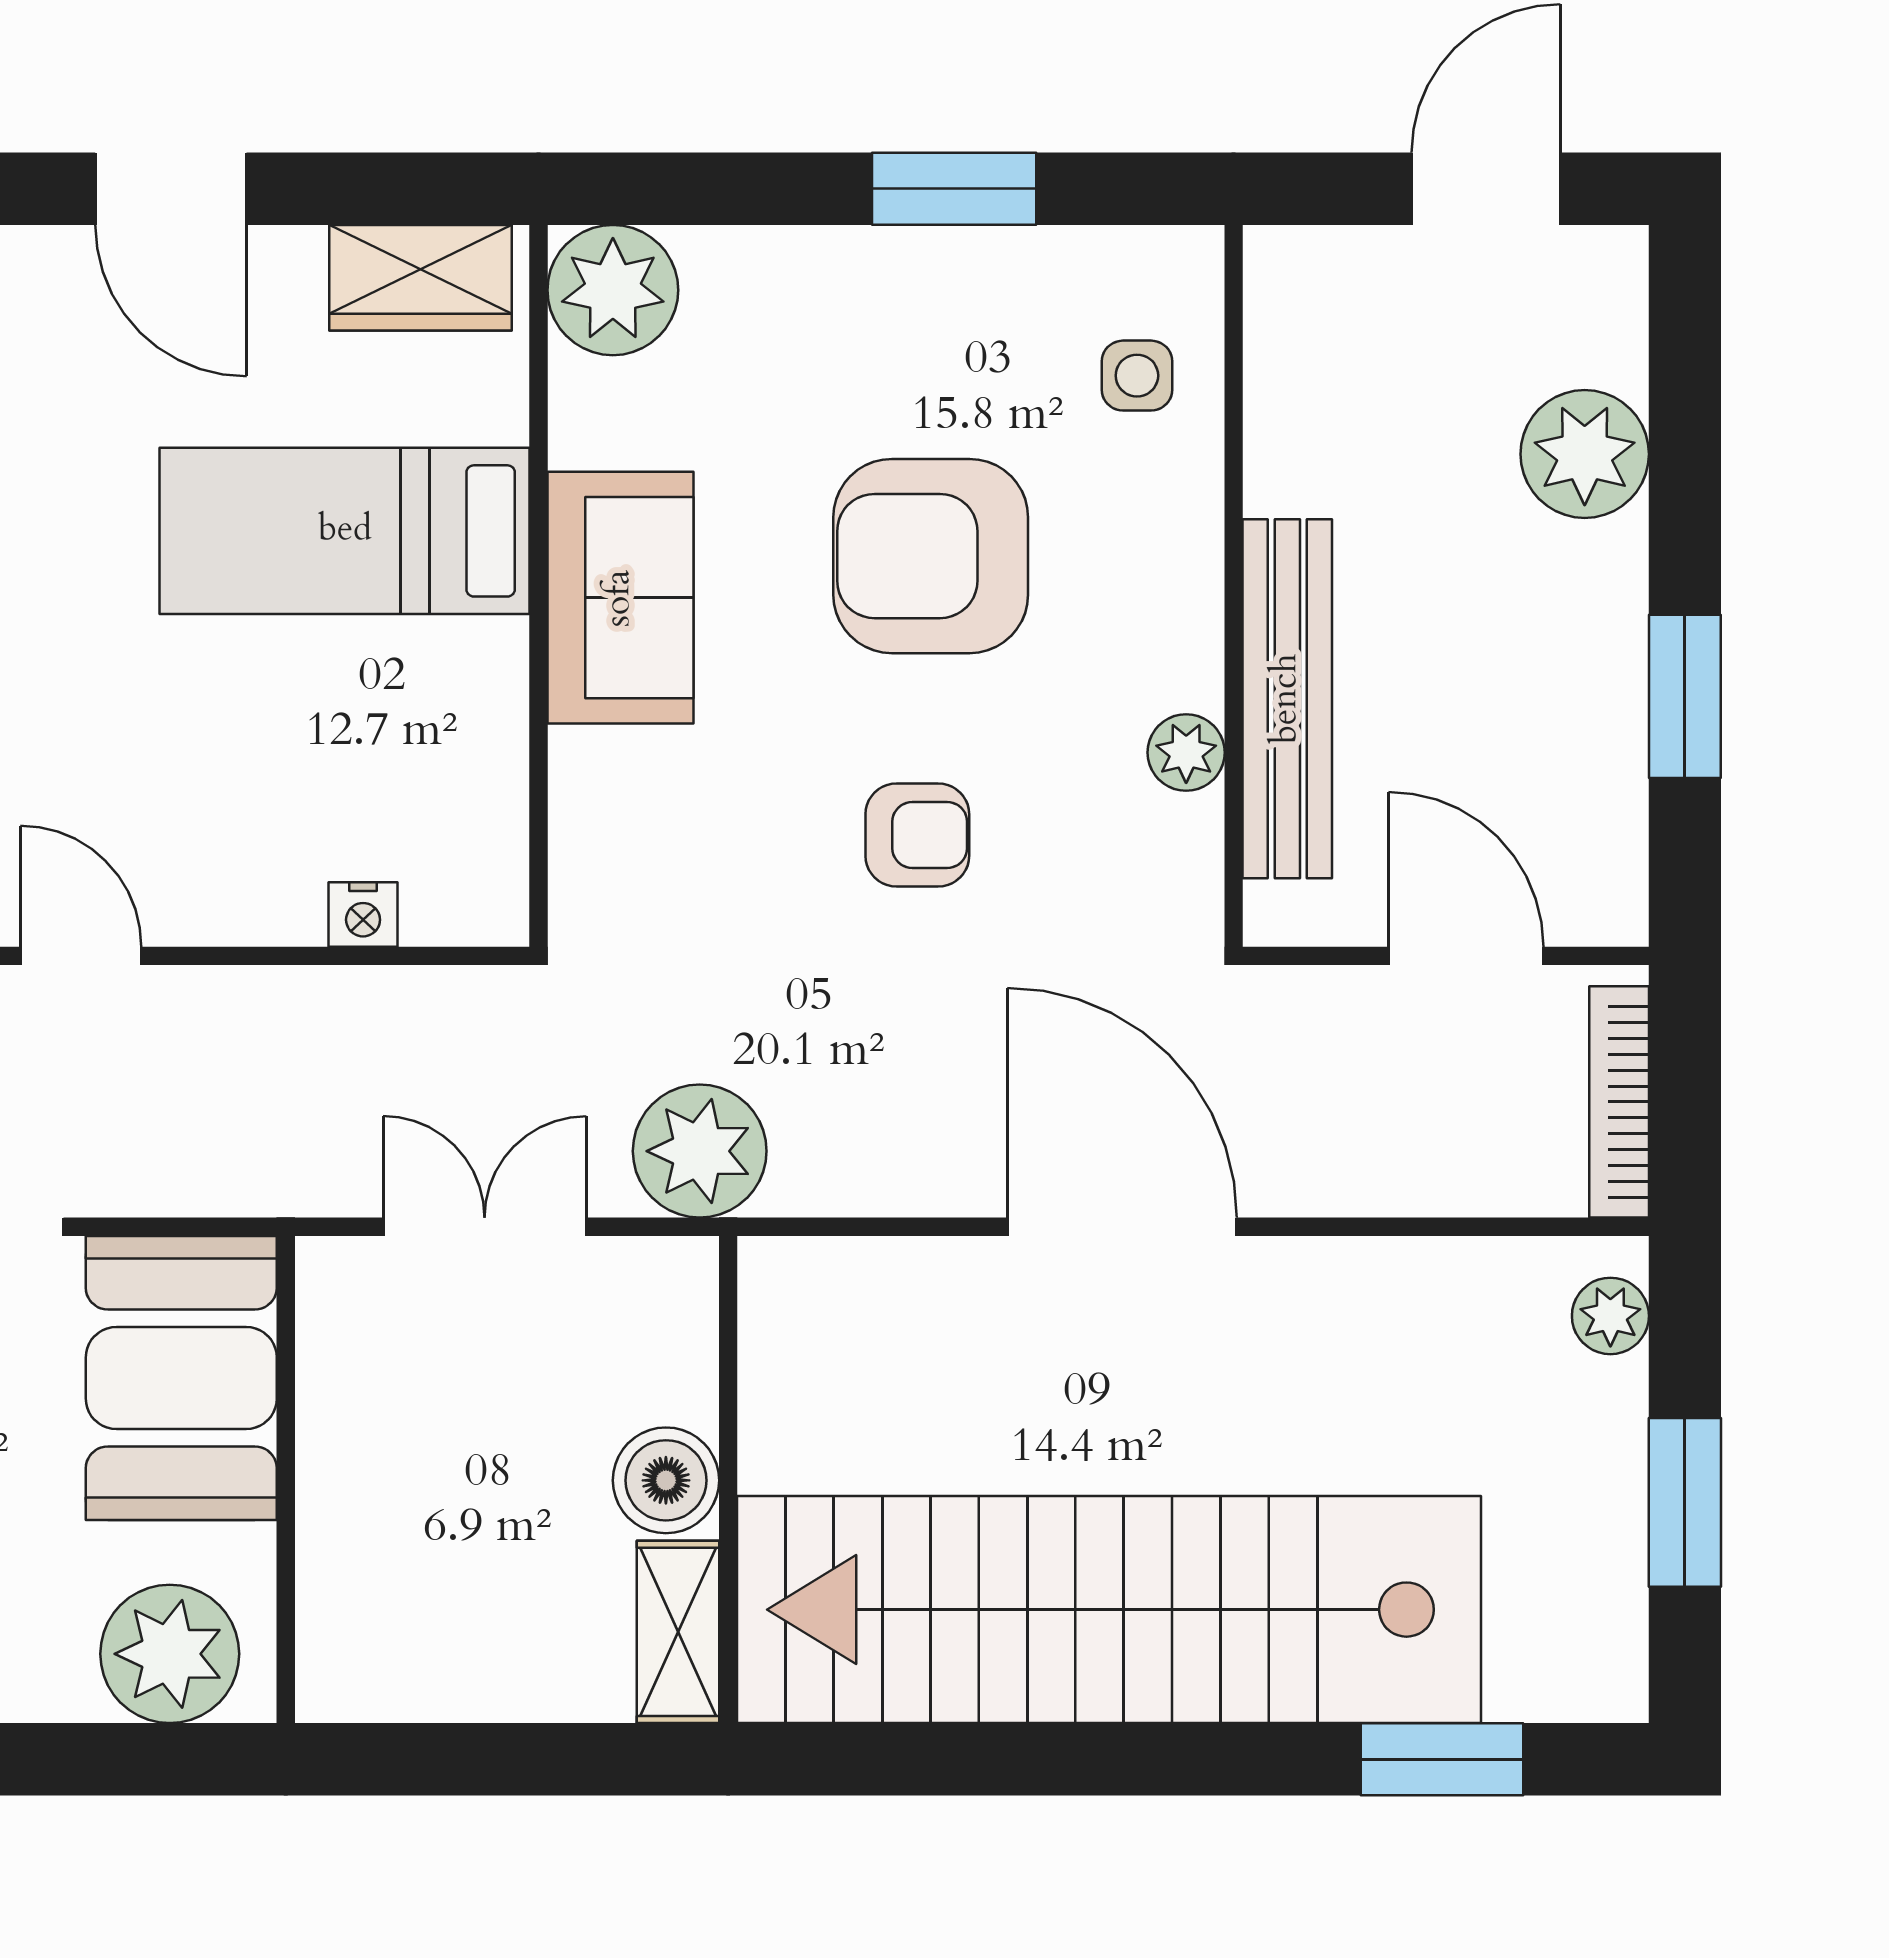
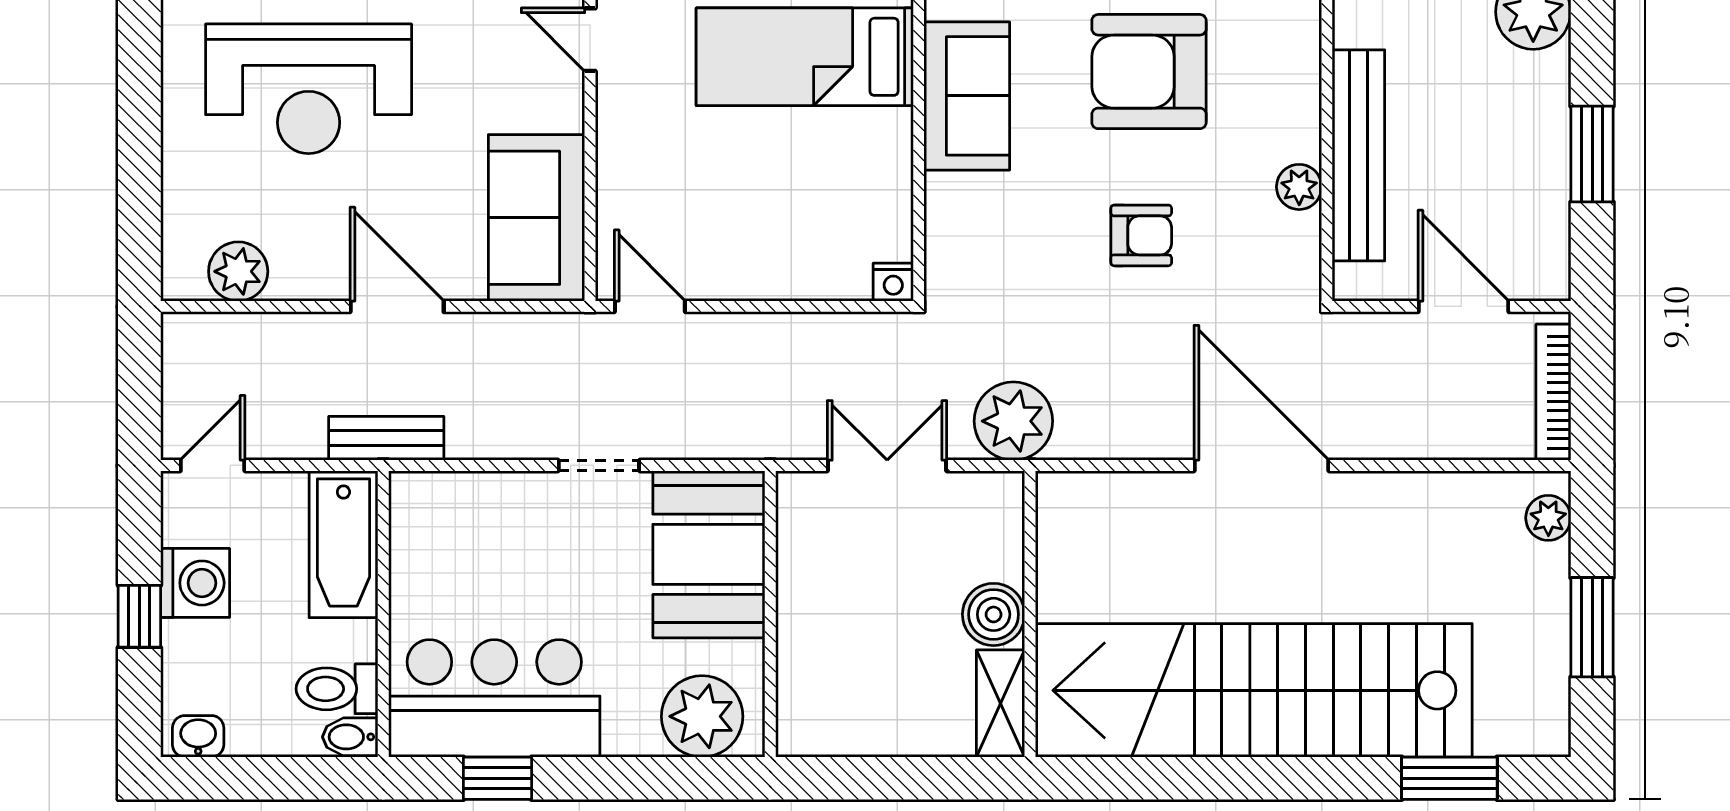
nightstand: (363, 915) -> (893, 282), moved

